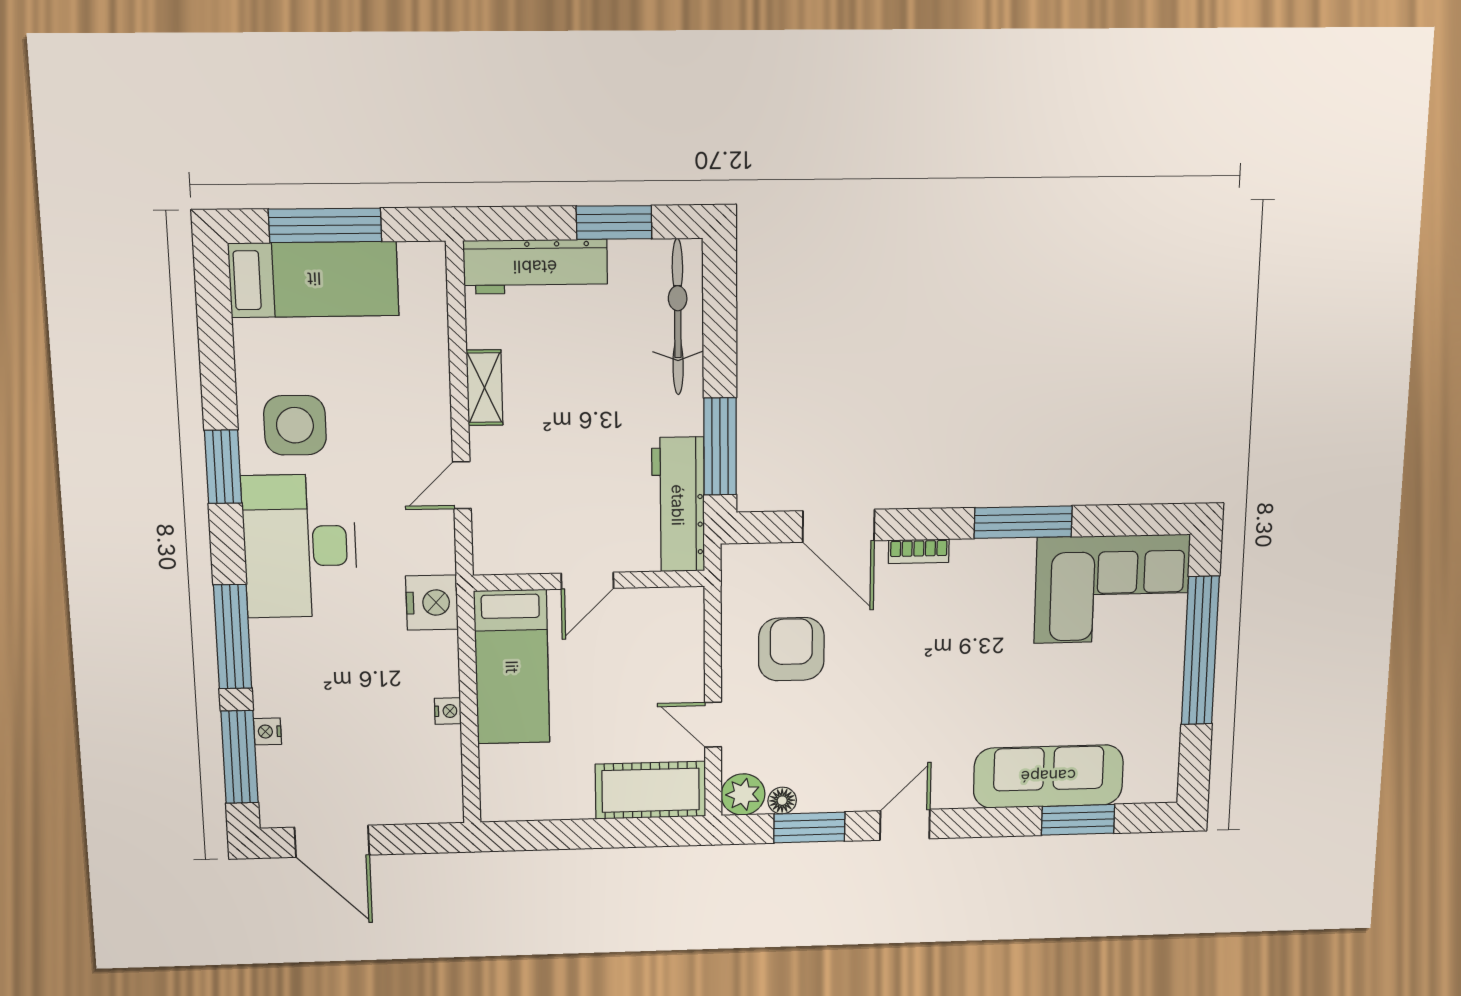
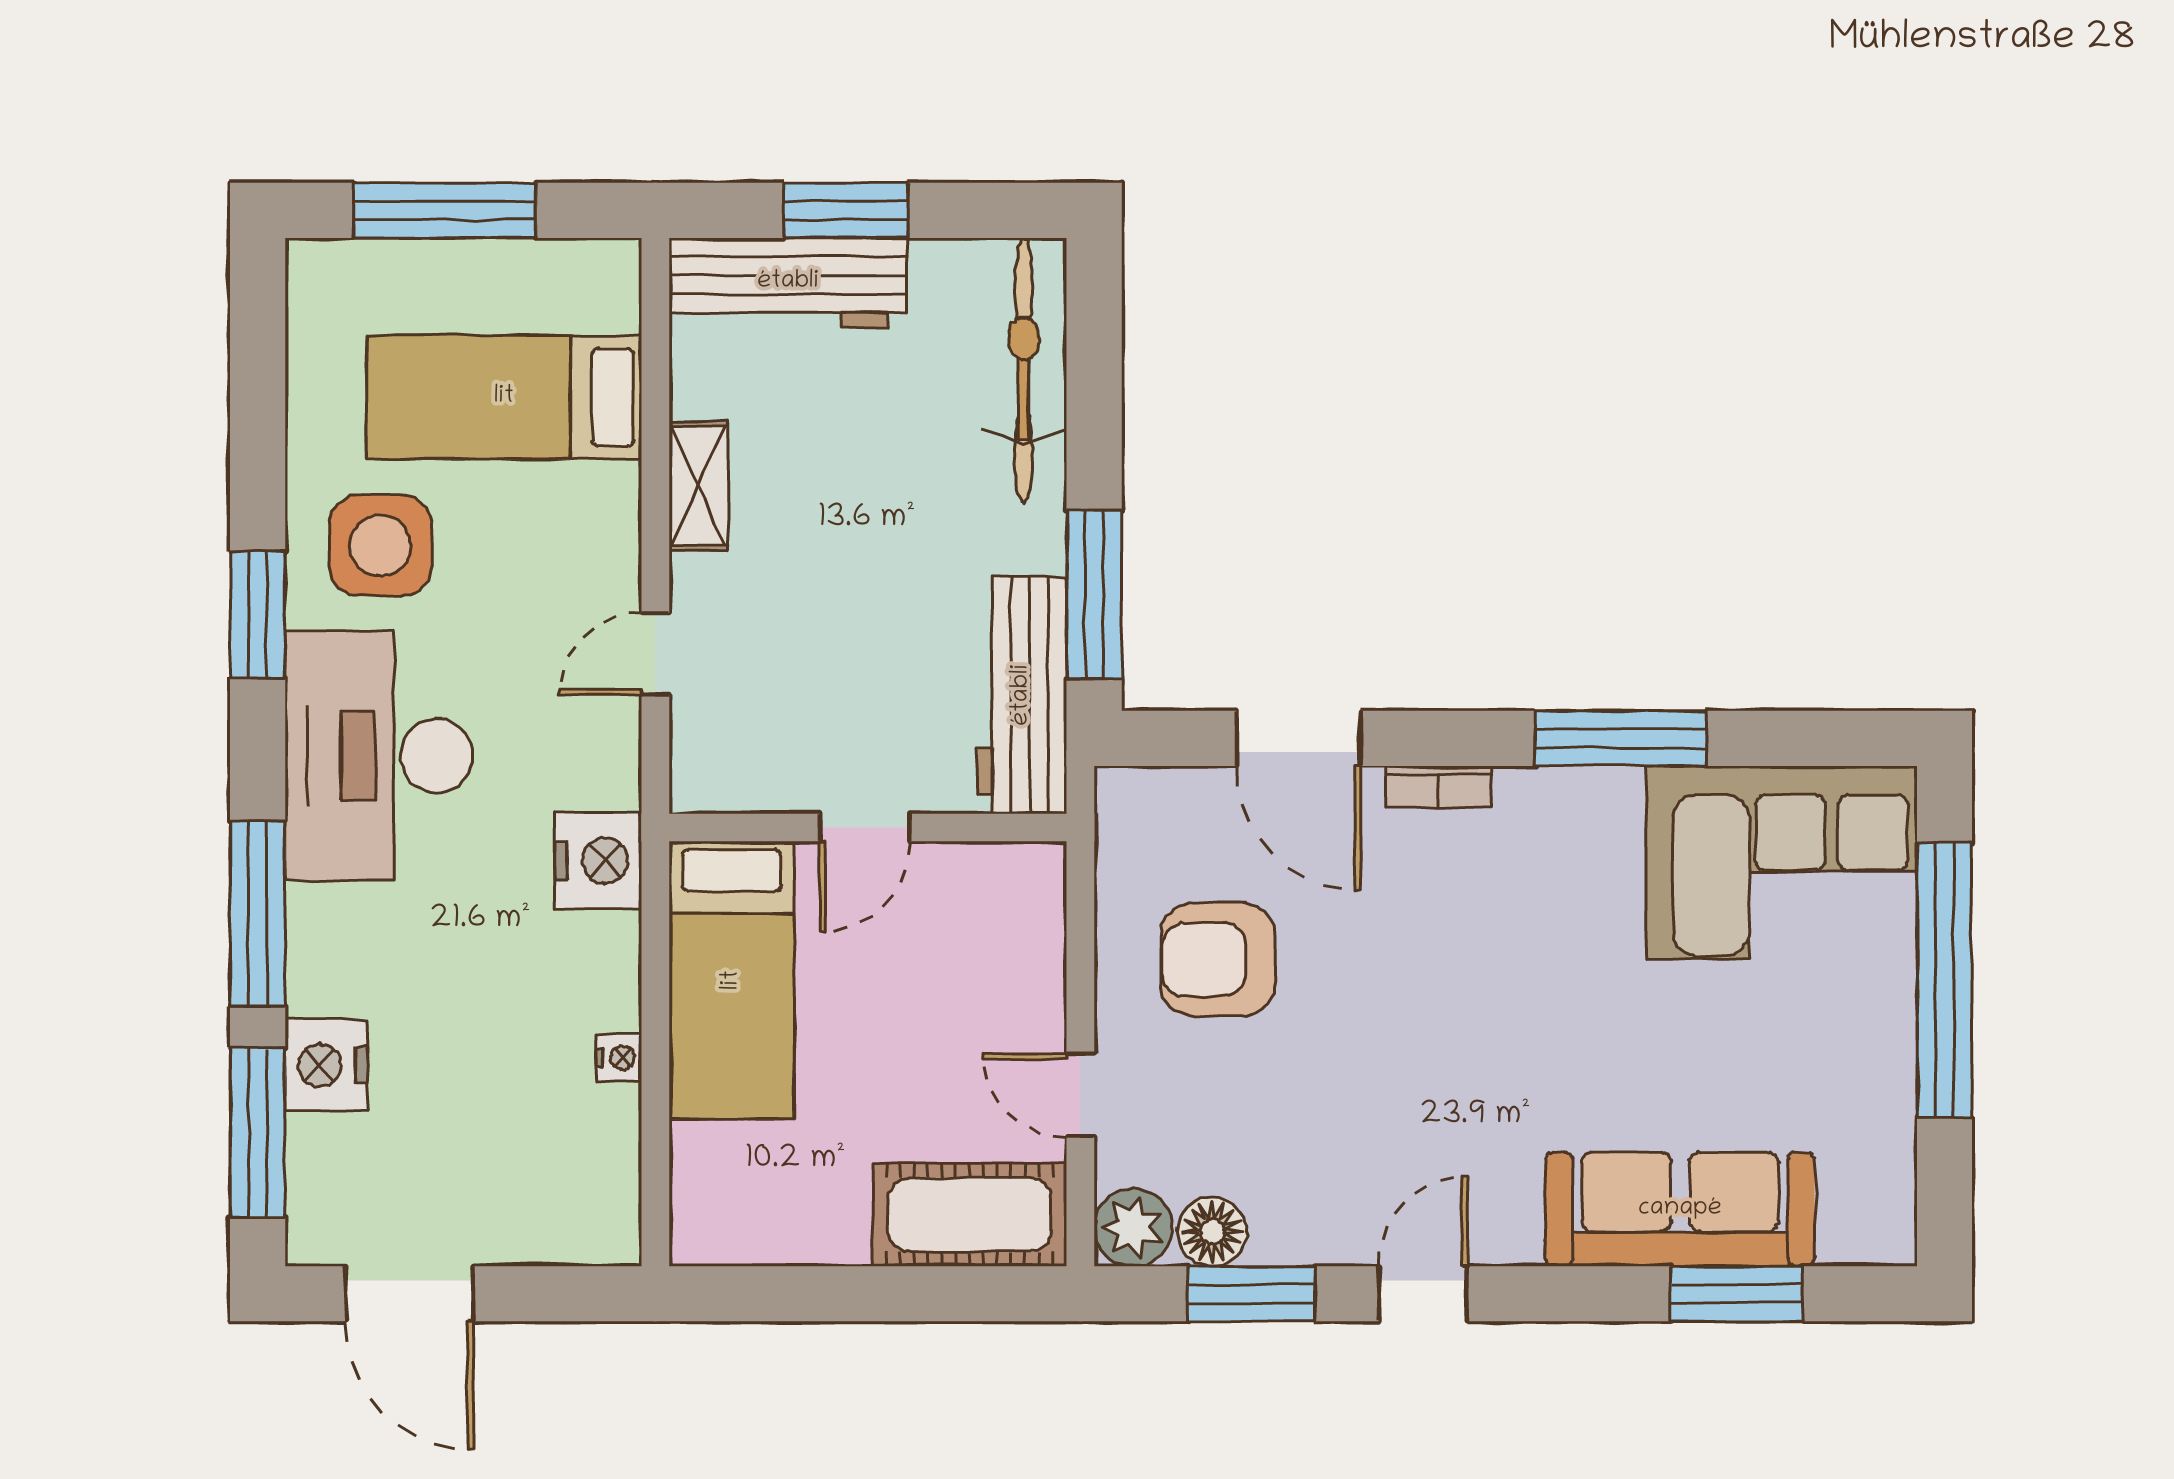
window: (614, 222) -> (846, 210), moved
bed: (314, 279) -> (504, 397), moved, turned 180
armchair: (791, 649) -> (1218, 959), turned -90
nightstand: (268, 731) -> (326, 1065), width x1.89, depth x1.79
floor lamp: (782, 801) -> (1212, 1232), width x1.37, depth x1.37

